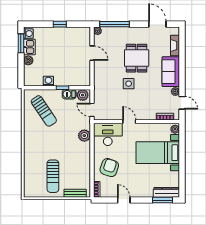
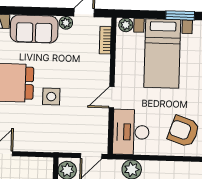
window: (182, 163) -> (180, 15), added

